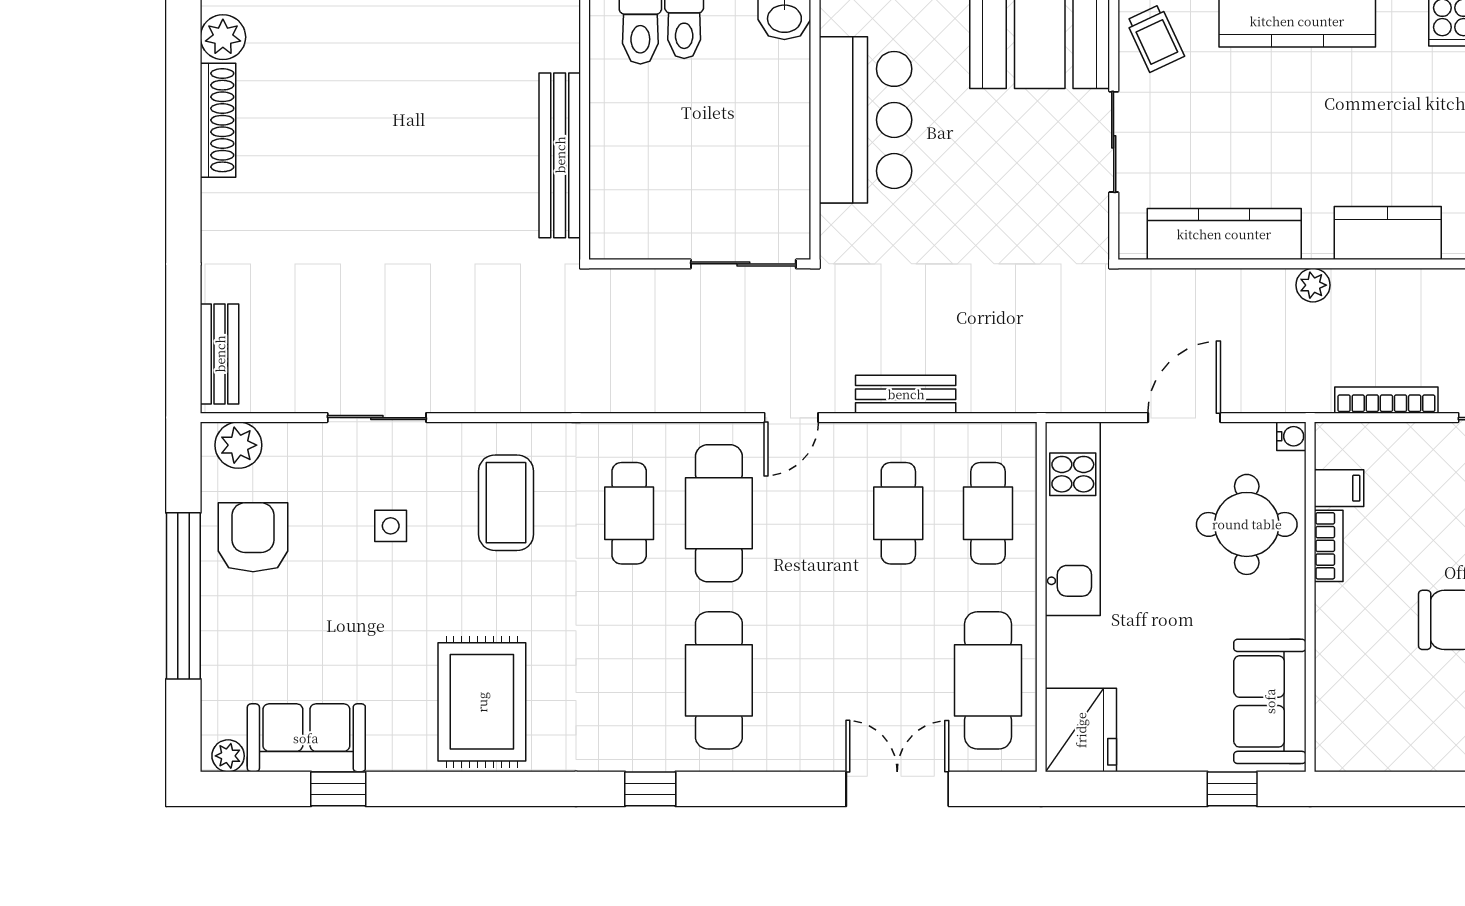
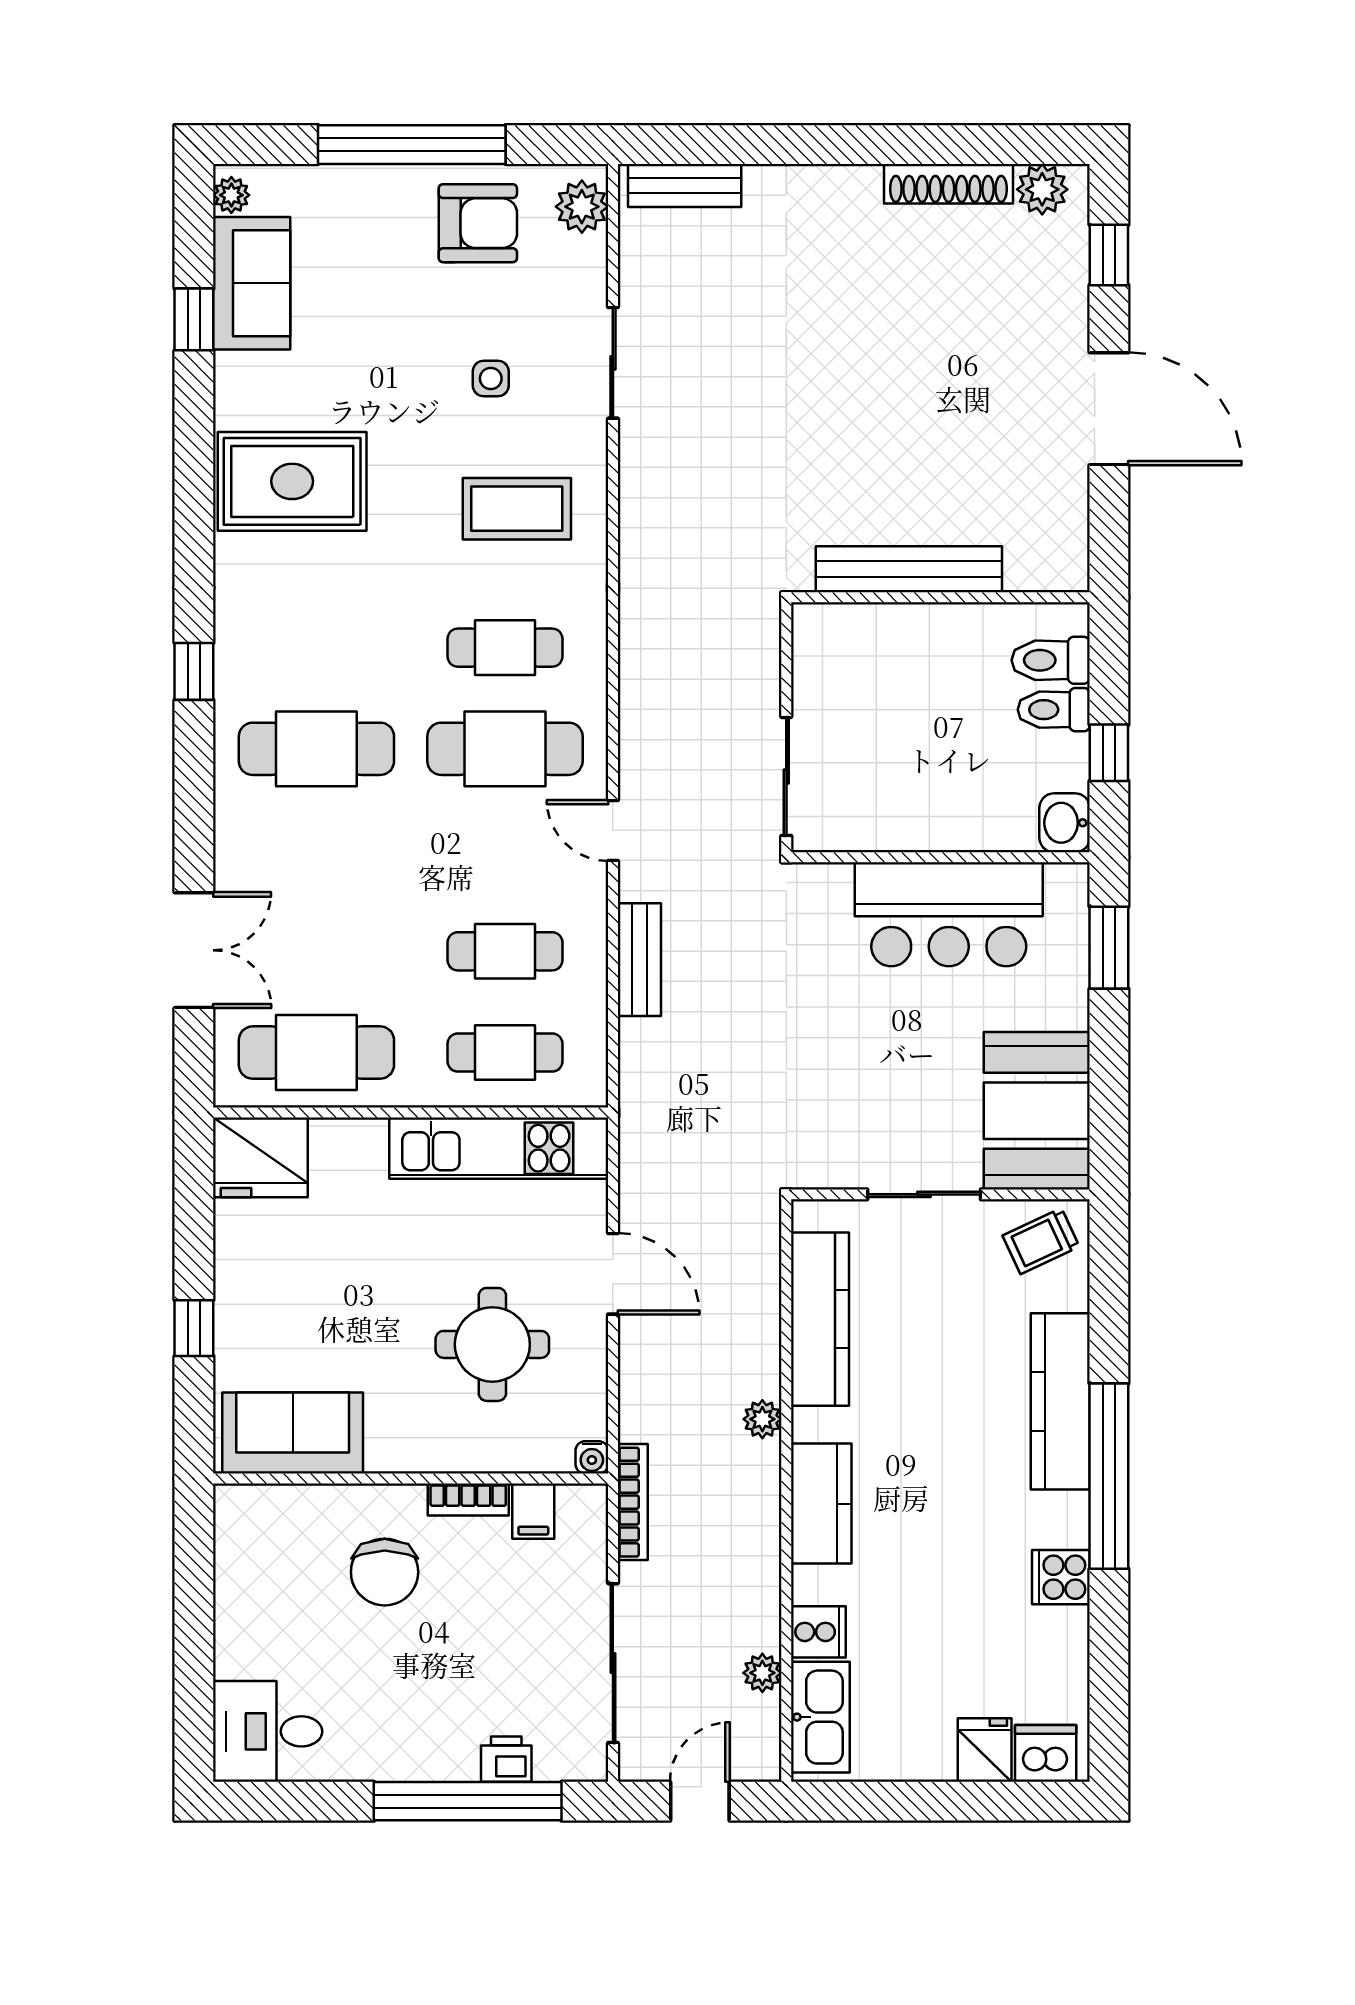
water cooler: (1291, 436) -> (592, 1457), moved
filing cabinet: (1339, 488) -> (533, 1511), moved
bookcase: (1329, 546) -> (468, 1499), moved
wall: (1310, 597) -> (411, 1479), moved
sofa: (1270, 701) -> (293, 1433), moved

